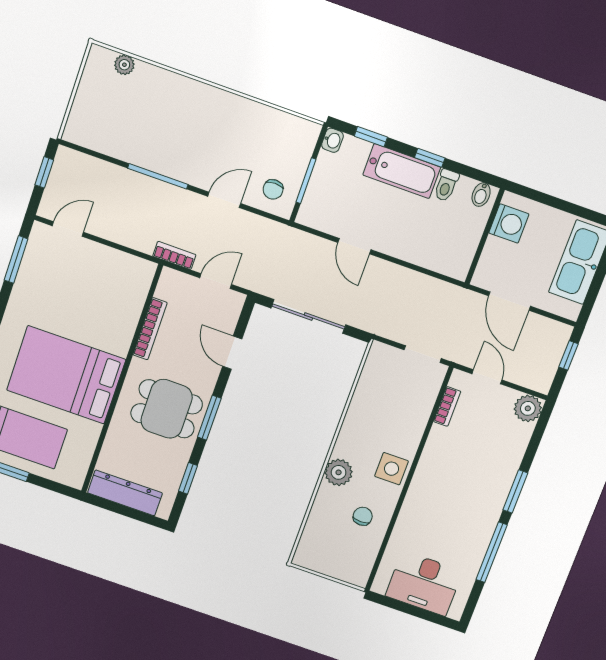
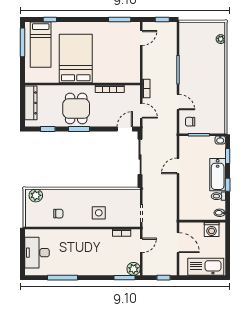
door: (68, 229) -> (141, 38), hinge flipped
door: (509, 301) -> (178, 243), swing flipped
door: (232, 353) -> (125, 129), moved
side table: (392, 469) -> (99, 213), moved
plant: (339, 472) -> (36, 195), moved
window: (515, 491) -> (125, 278), moved

